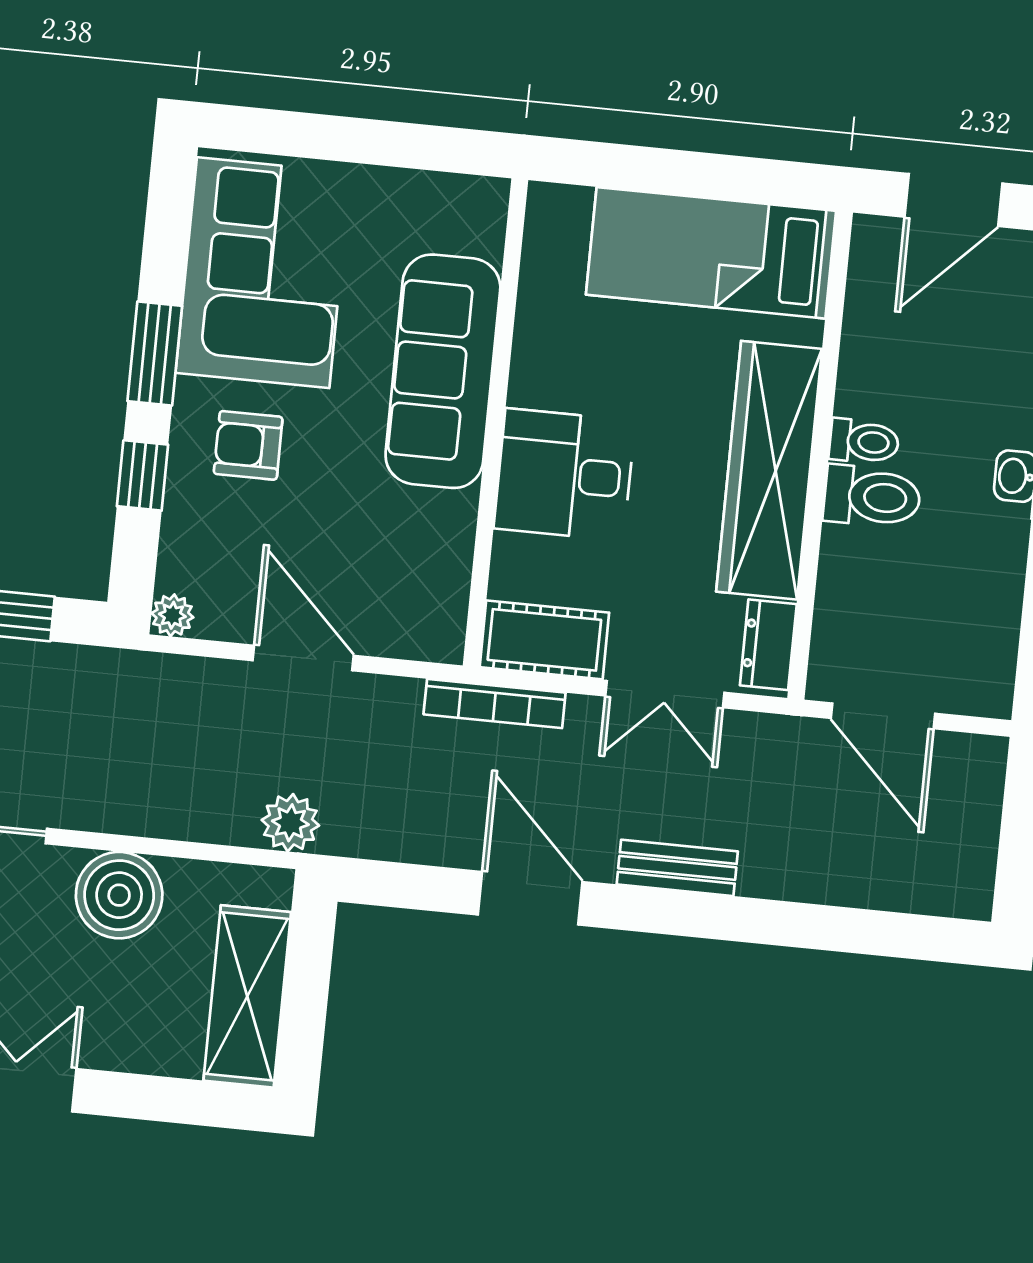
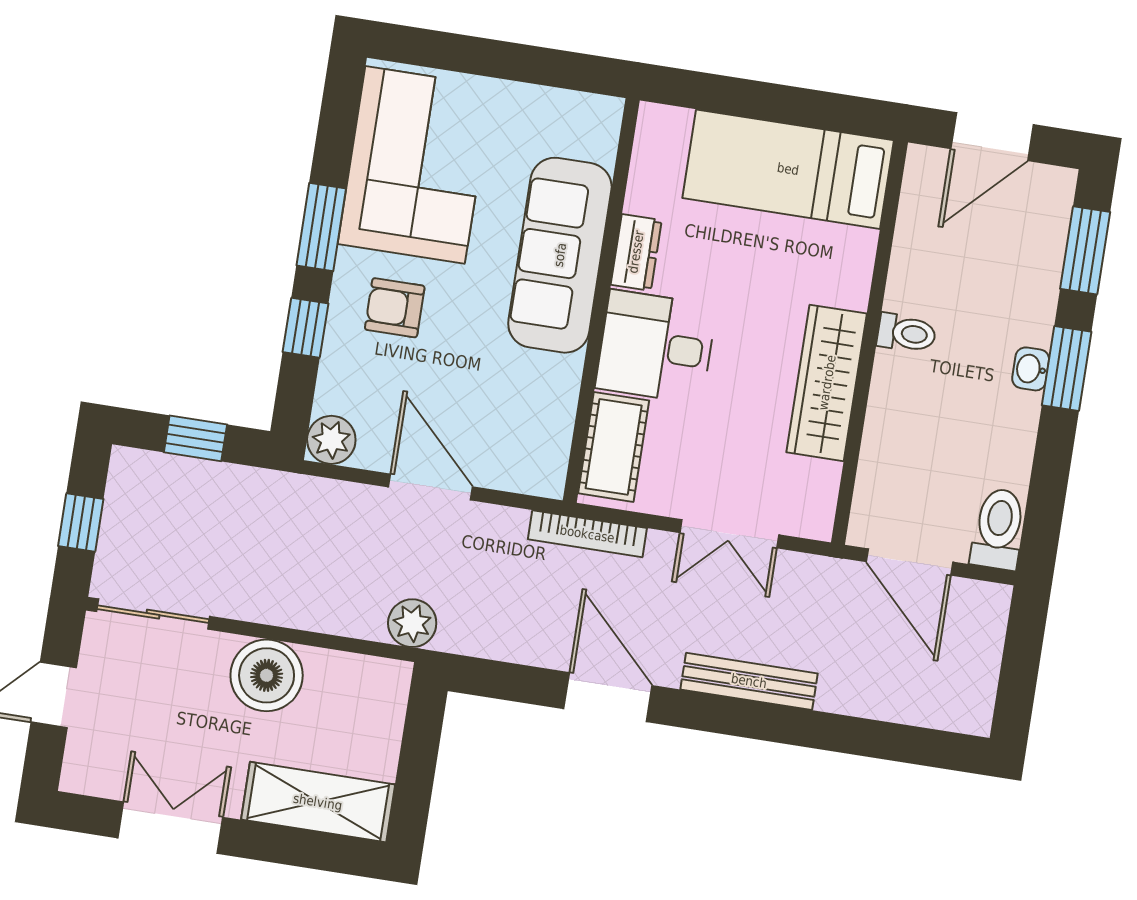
wardrobe: (769, 470) -> (827, 383), width x0.71, depth x0.85
toilet: (872, 497) -> (998, 529), moved, turned -90
plant: (172, 615) -> (331, 440), width x1.38, depth x1.38
cot: (544, 640) -> (614, 447), moved, turned 90
dresser: (768, 645) -> (636, 252), moved, turned 180
bench: (677, 868) -> (749, 681), width x1.36
shelving: (247, 996) -> (318, 802), moved, turned 90

